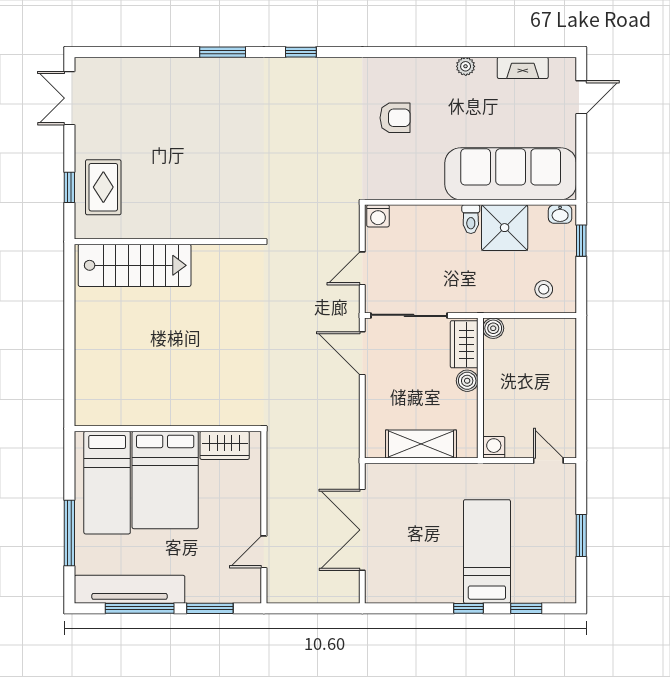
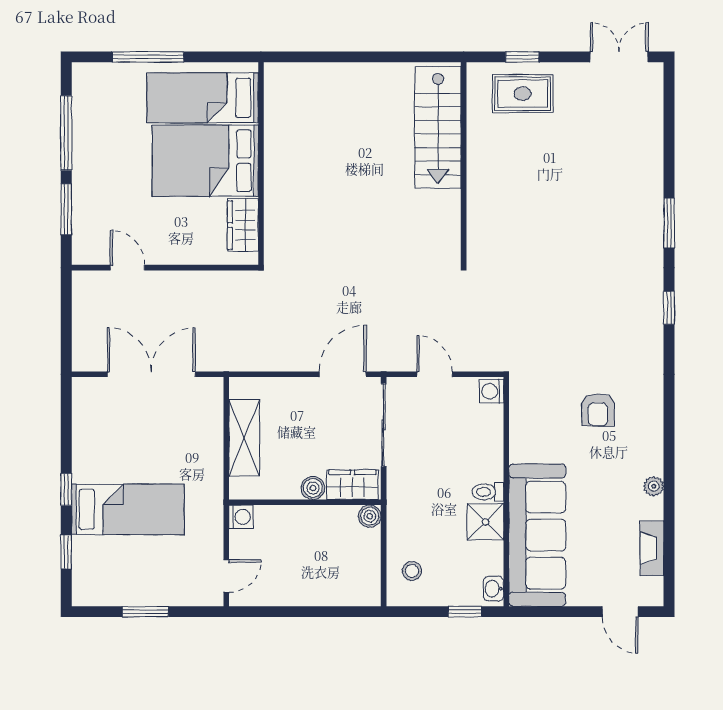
shower: (505, 228) -> (485, 522), width x0.73, depth x0.73
tv unit: (130, 589) -> (87, 122), removed

